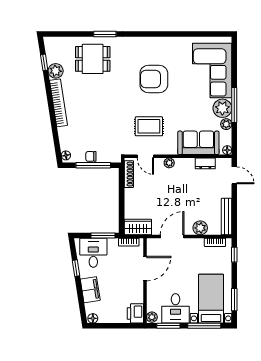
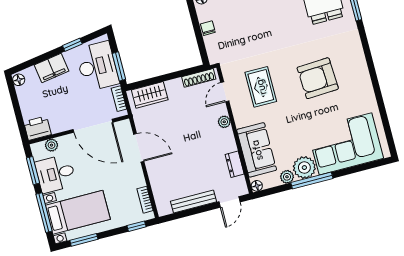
armchair: (154, 79) -> (318, 78), turned -93
window: (93, 165) -> (198, 34), removed
bench: (227, 217) -> (194, 202), moved
wardrobe: (138, 227) -> (150, 95), moved, turned 90
plant: (200, 228) -> (157, 178), removed
desk: (93, 253) -> (97, 66), width x1.37
door: (145, 269) -> (93, 126), width x1.36
plant: (152, 317) -> (52, 145), moved

